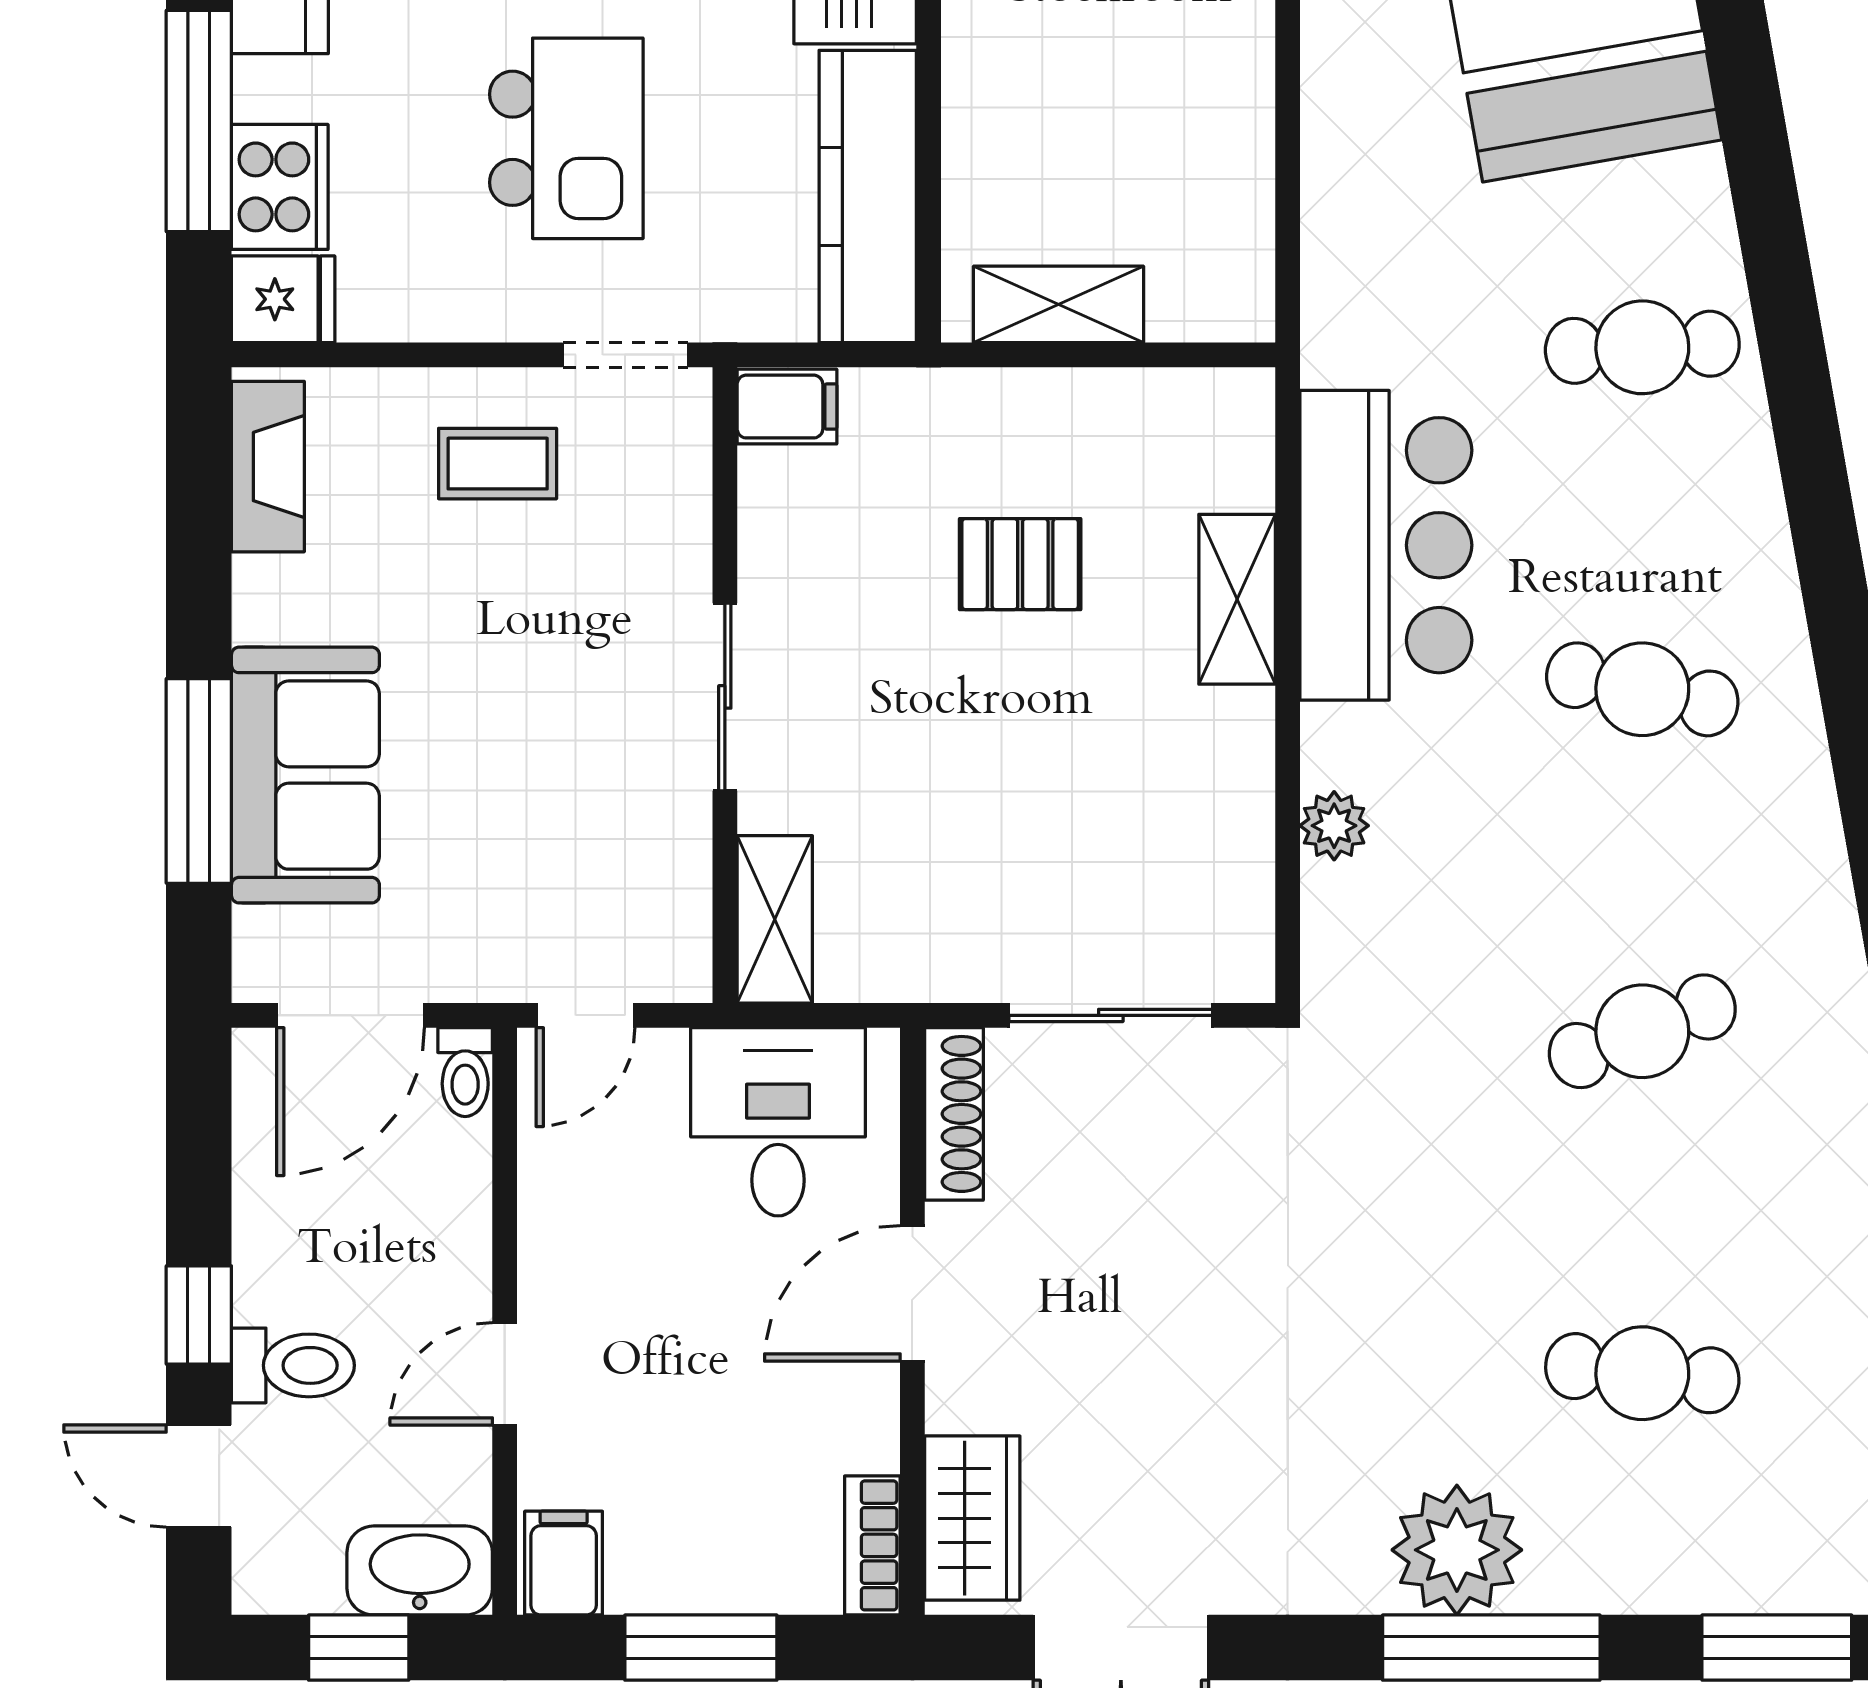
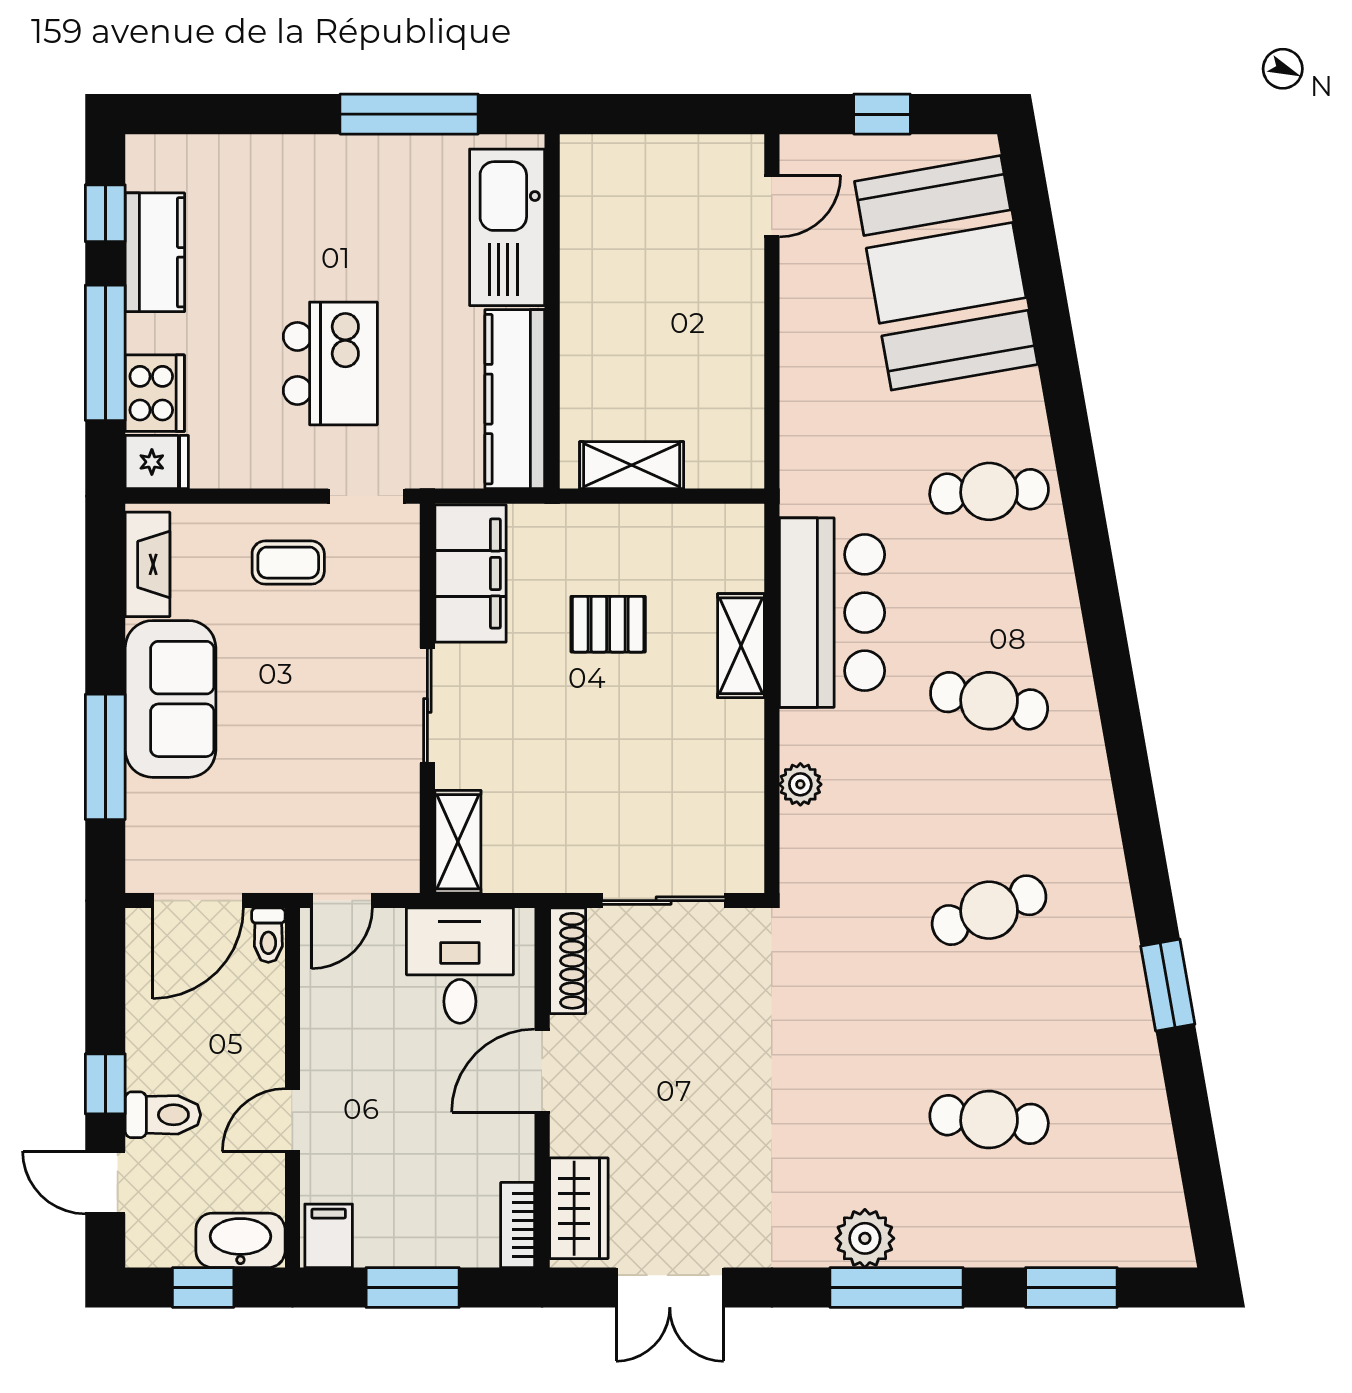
filing cabinet: (787, 407) -> (470, 573), width x3.00, depth x1.17
sofa: (305, 775) -> (171, 699), moved
plant: (1457, 1550) -> (865, 1238), width x0.73, depth x0.73

